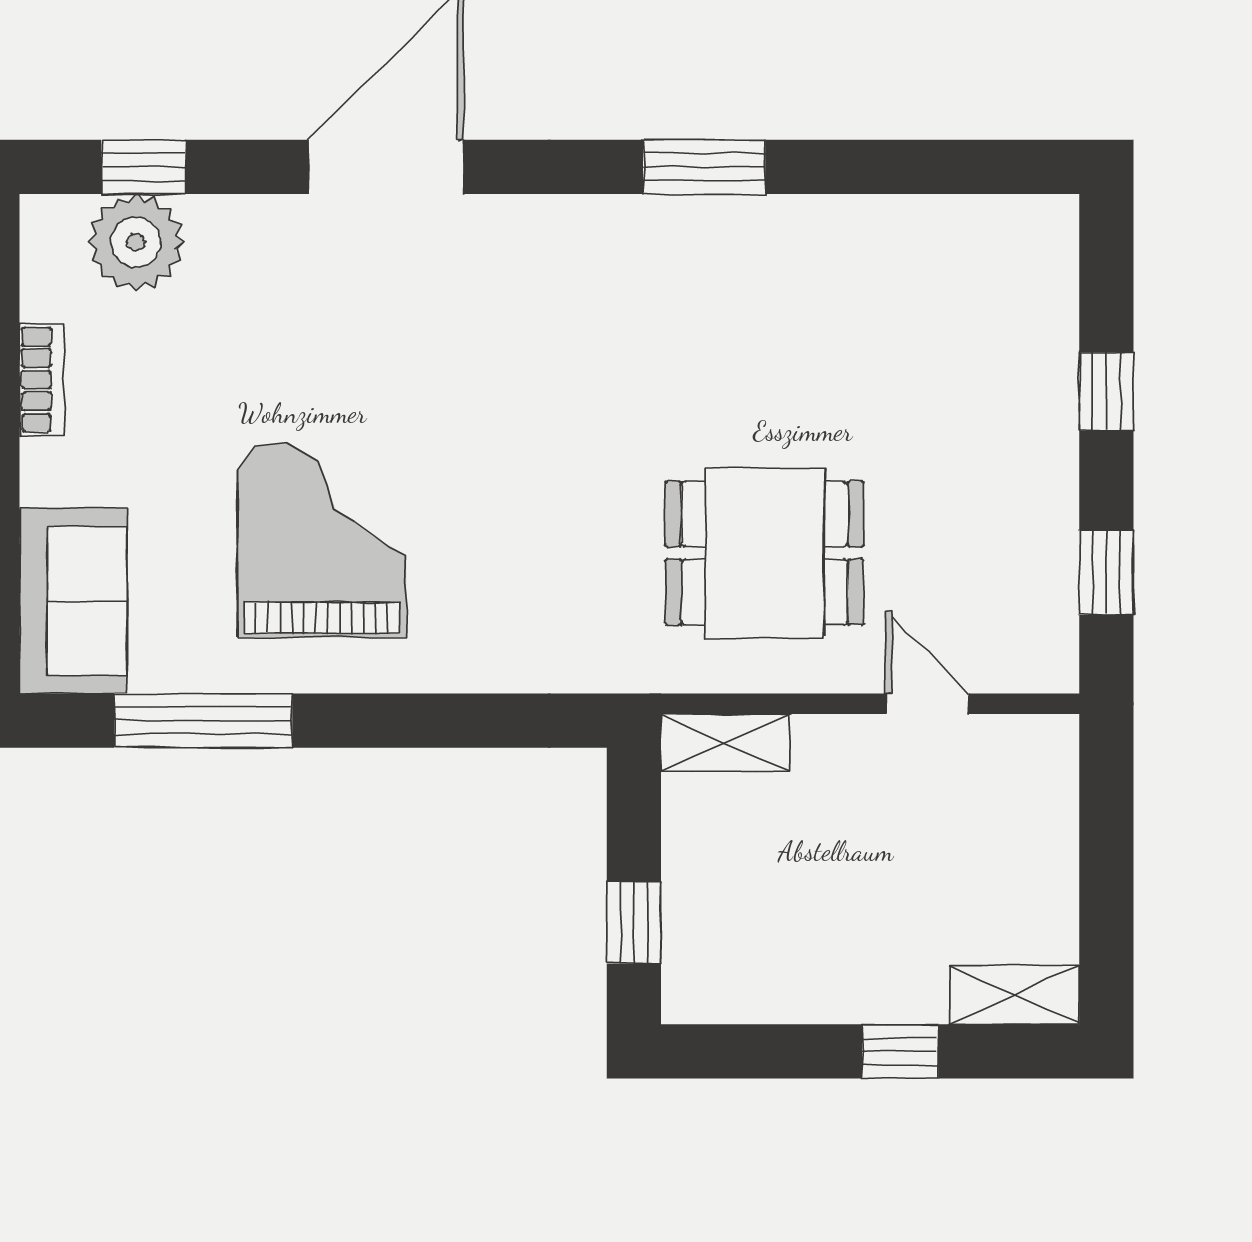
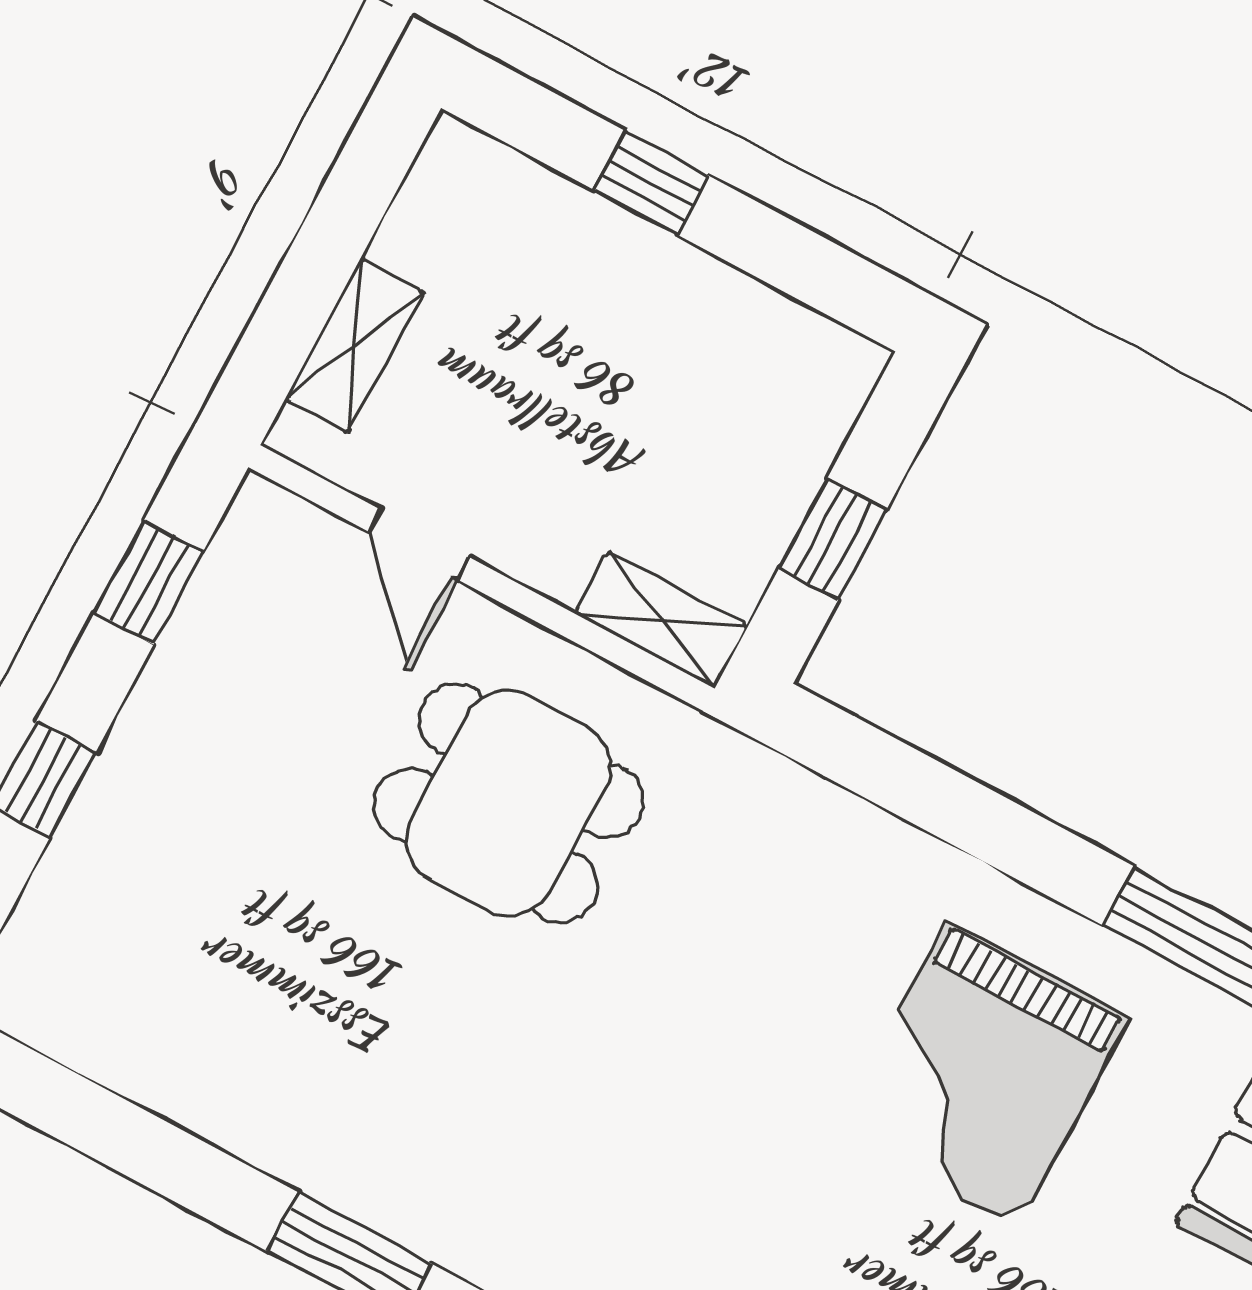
window: (634, 922) -> (833, 539), moved
shelving: (1014, 995) -> (355, 346), moved, turned 90

